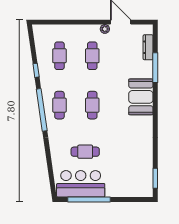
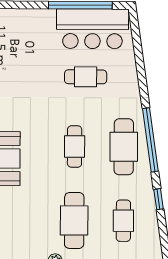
cafe table: (92, 56) -> (74, 220), width x1.37, depth x1.35
cafe table: (59, 105) -> (124, 147), width x1.37, depth x1.35

